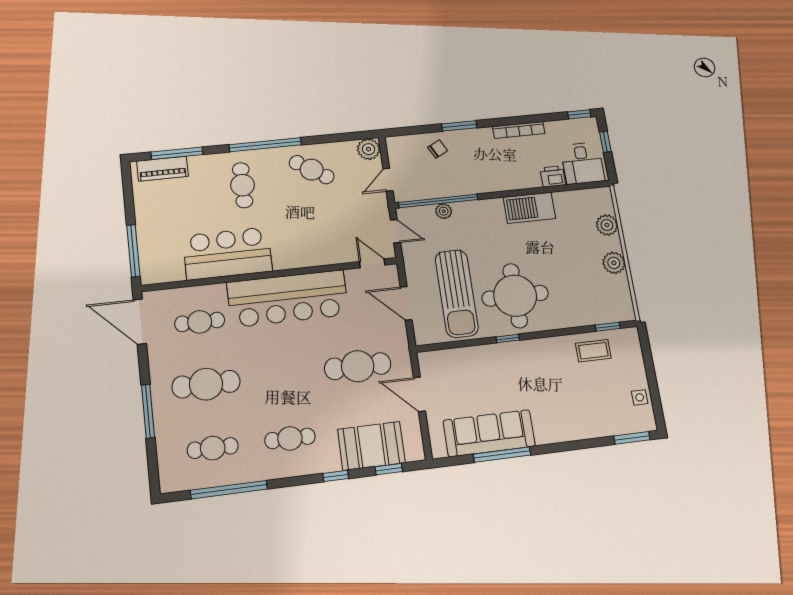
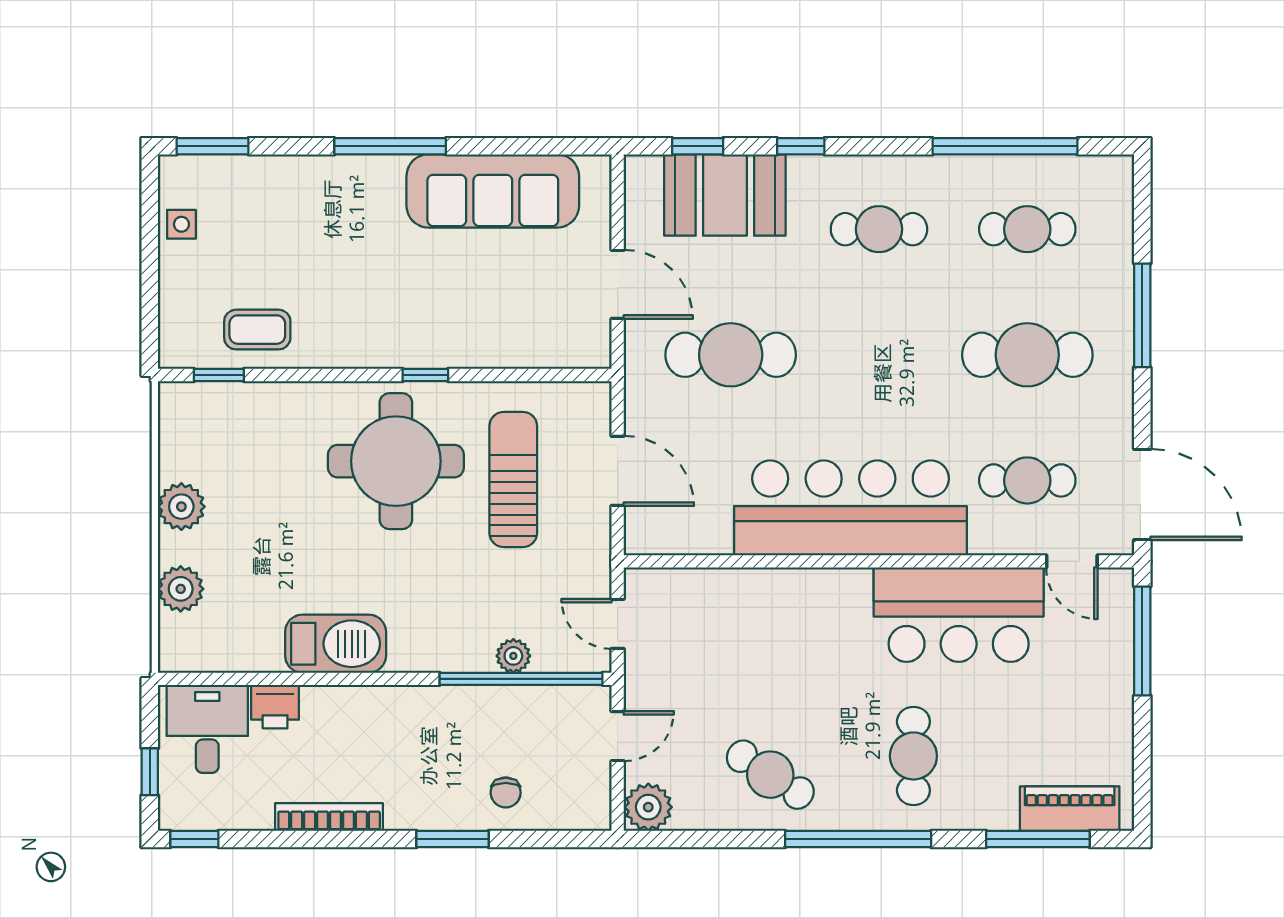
chair: (438, 149) -> (506, 793), turned -62
door: (372, 263) -> (1072, 561), moved
sun lounger: (457, 293) -> (513, 479), width x0.73, depth x0.75
window: (502, 455) -> (390, 146), moved

